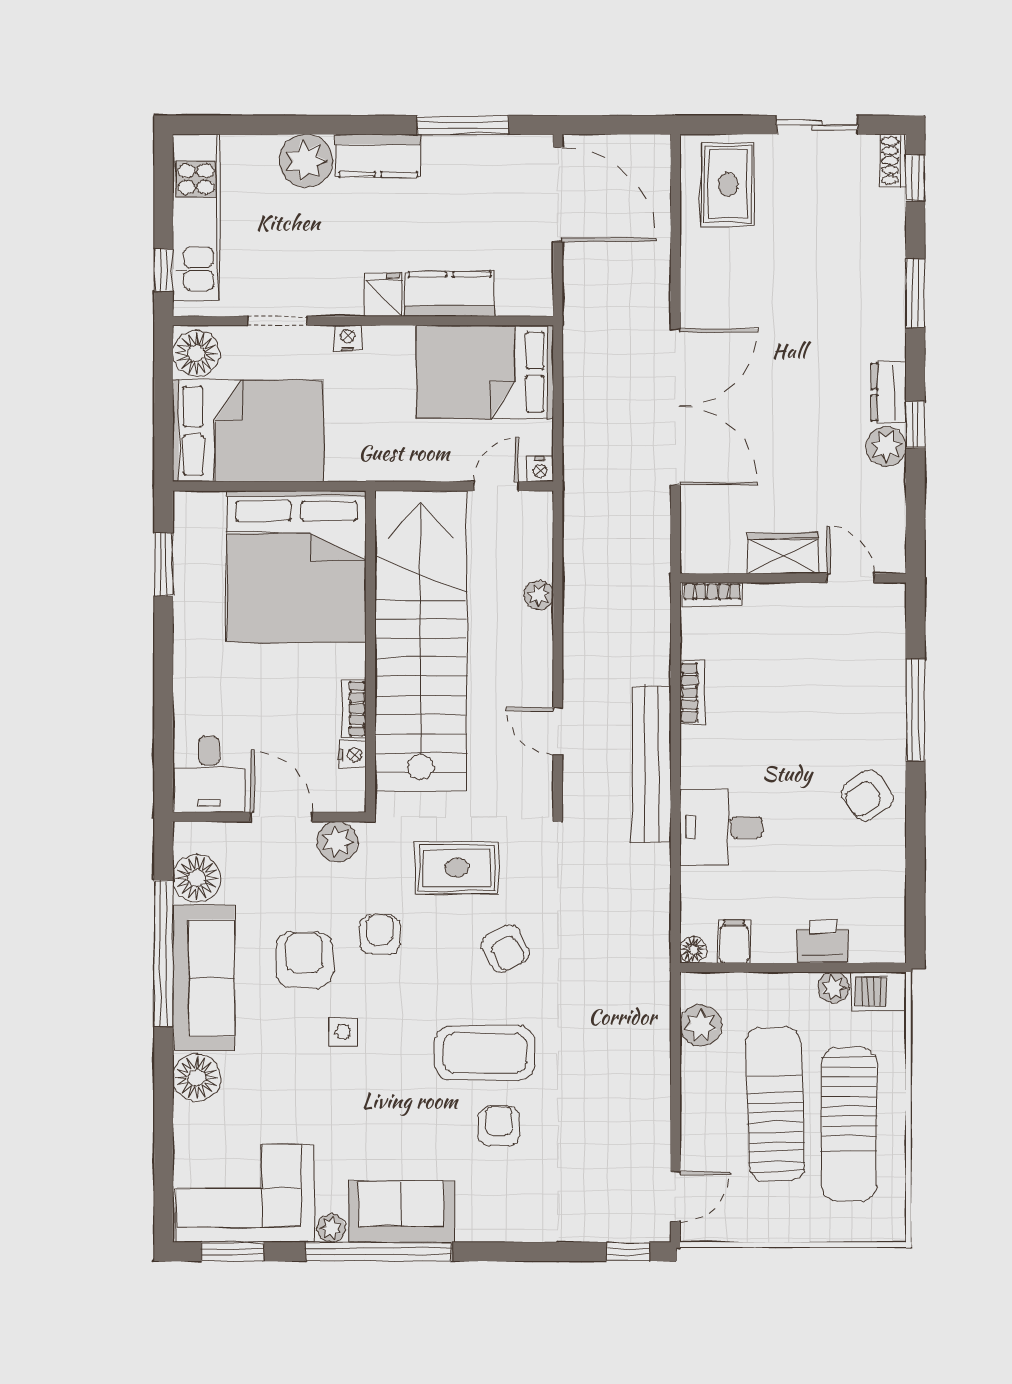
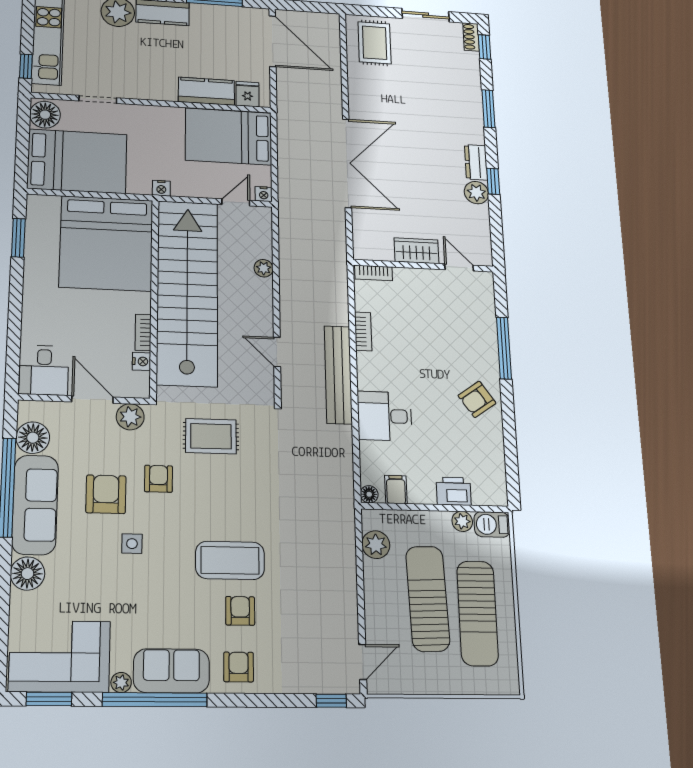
fridge: (384, 294) -> (248, 94), moved
nightstand: (348, 338) -> (161, 188), moved, turned 180
armchair: (505, 949) -> (239, 667), moved, turned -153

